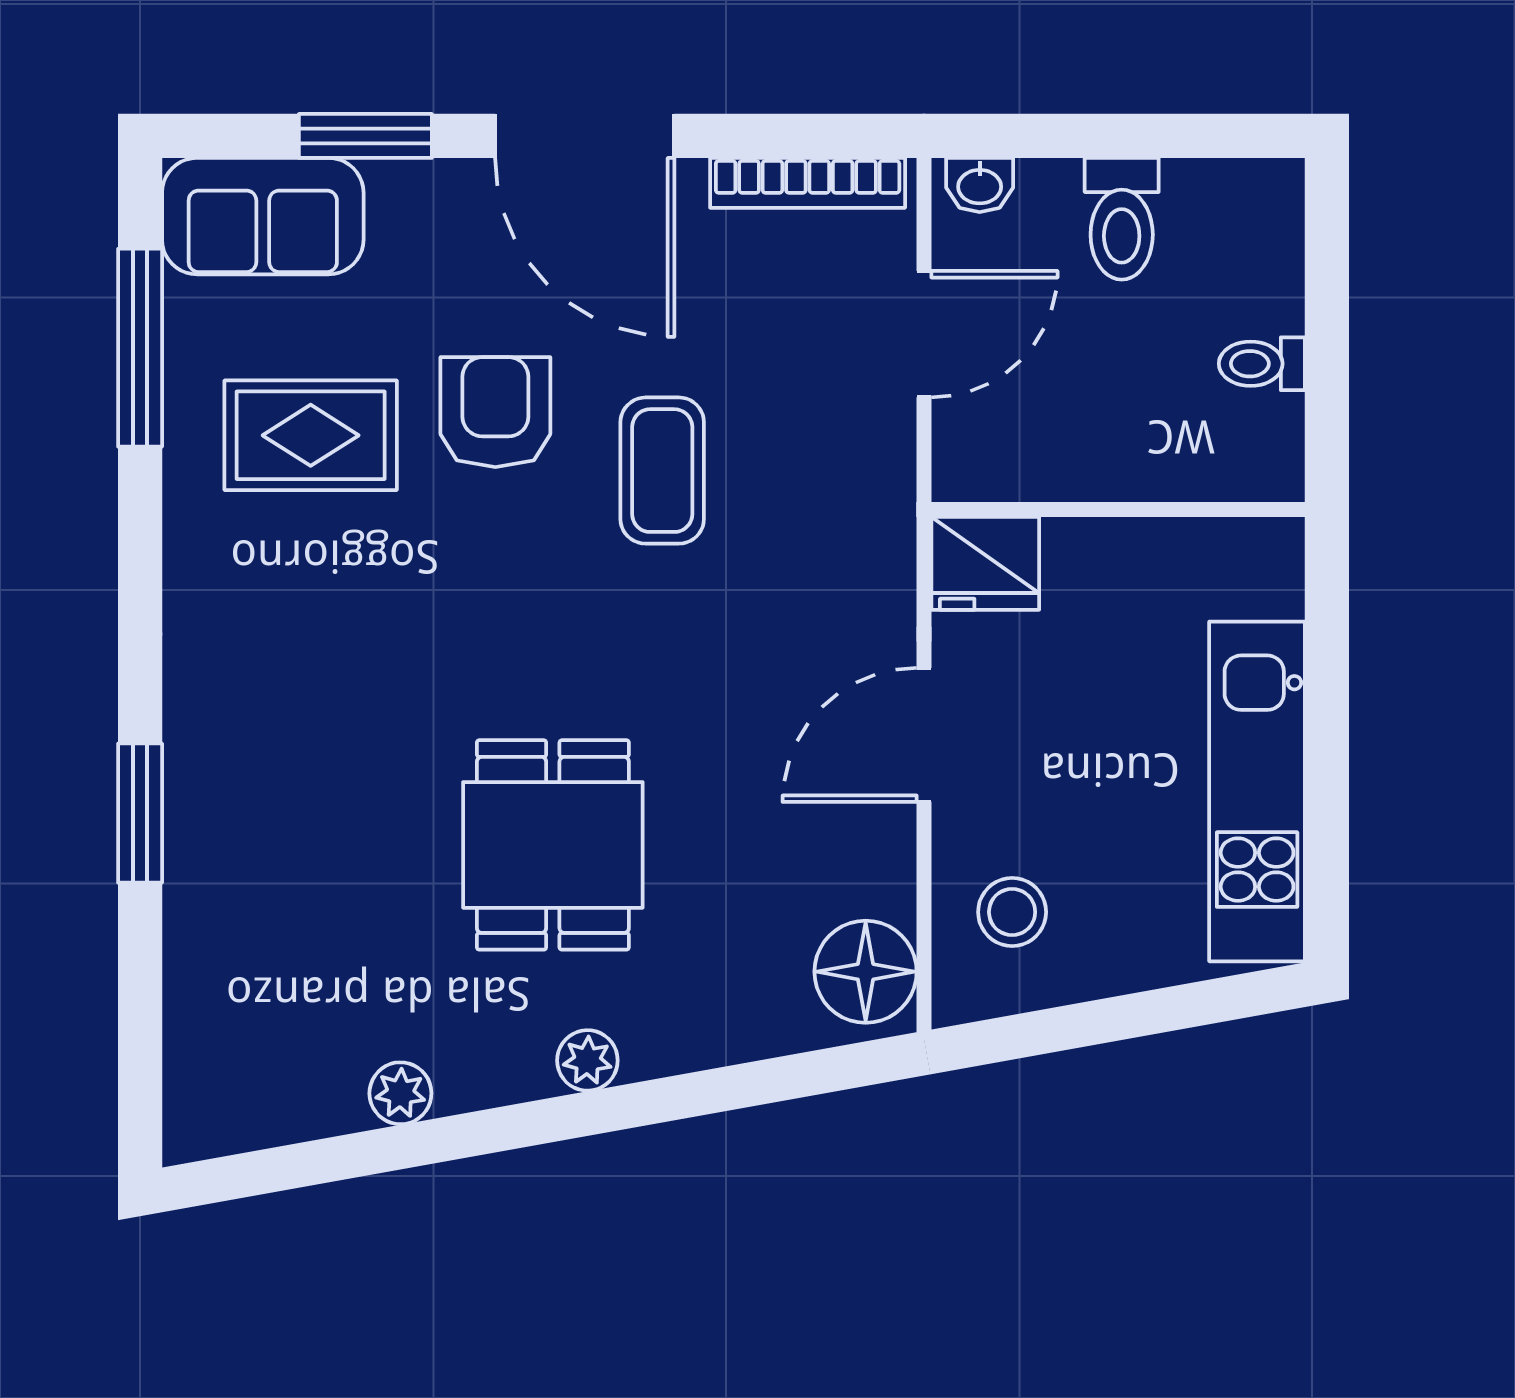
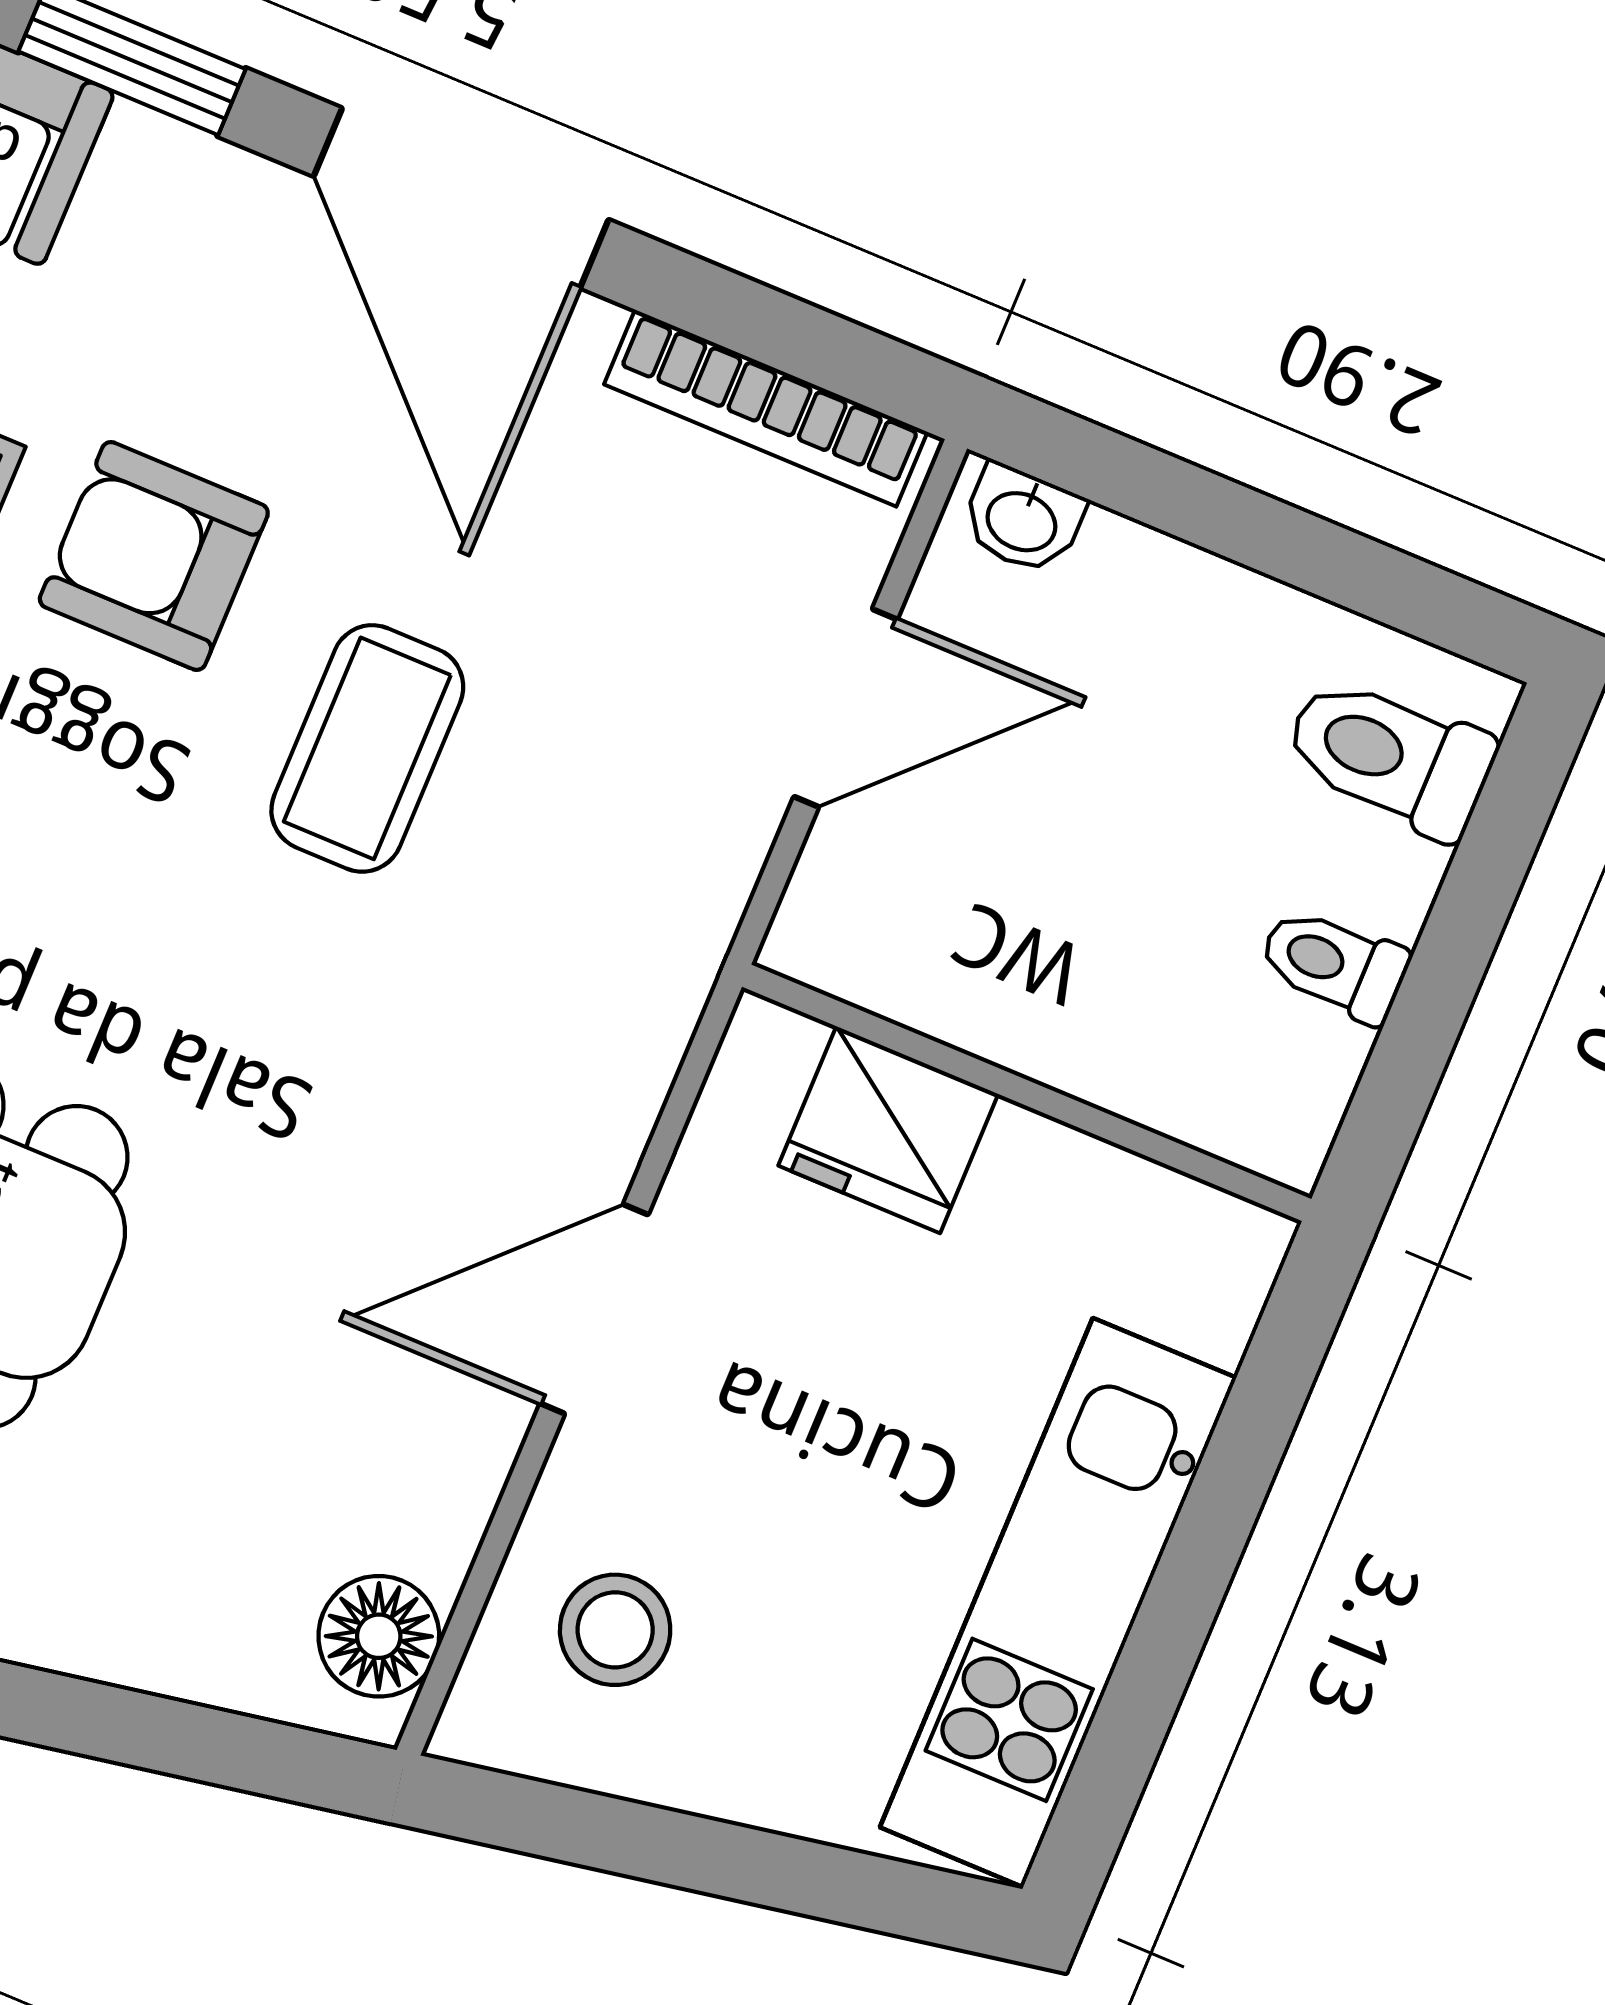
toilet: (1122, 219) -> (1389, 756), moved, turned 90
armchair: (495, 412) -> (154, 556), turned -90
fridge: (985, 563) -> (888, 1130), moved
floor lamp: (866, 972) -> (379, 1636), width x0.73, depth x0.73

